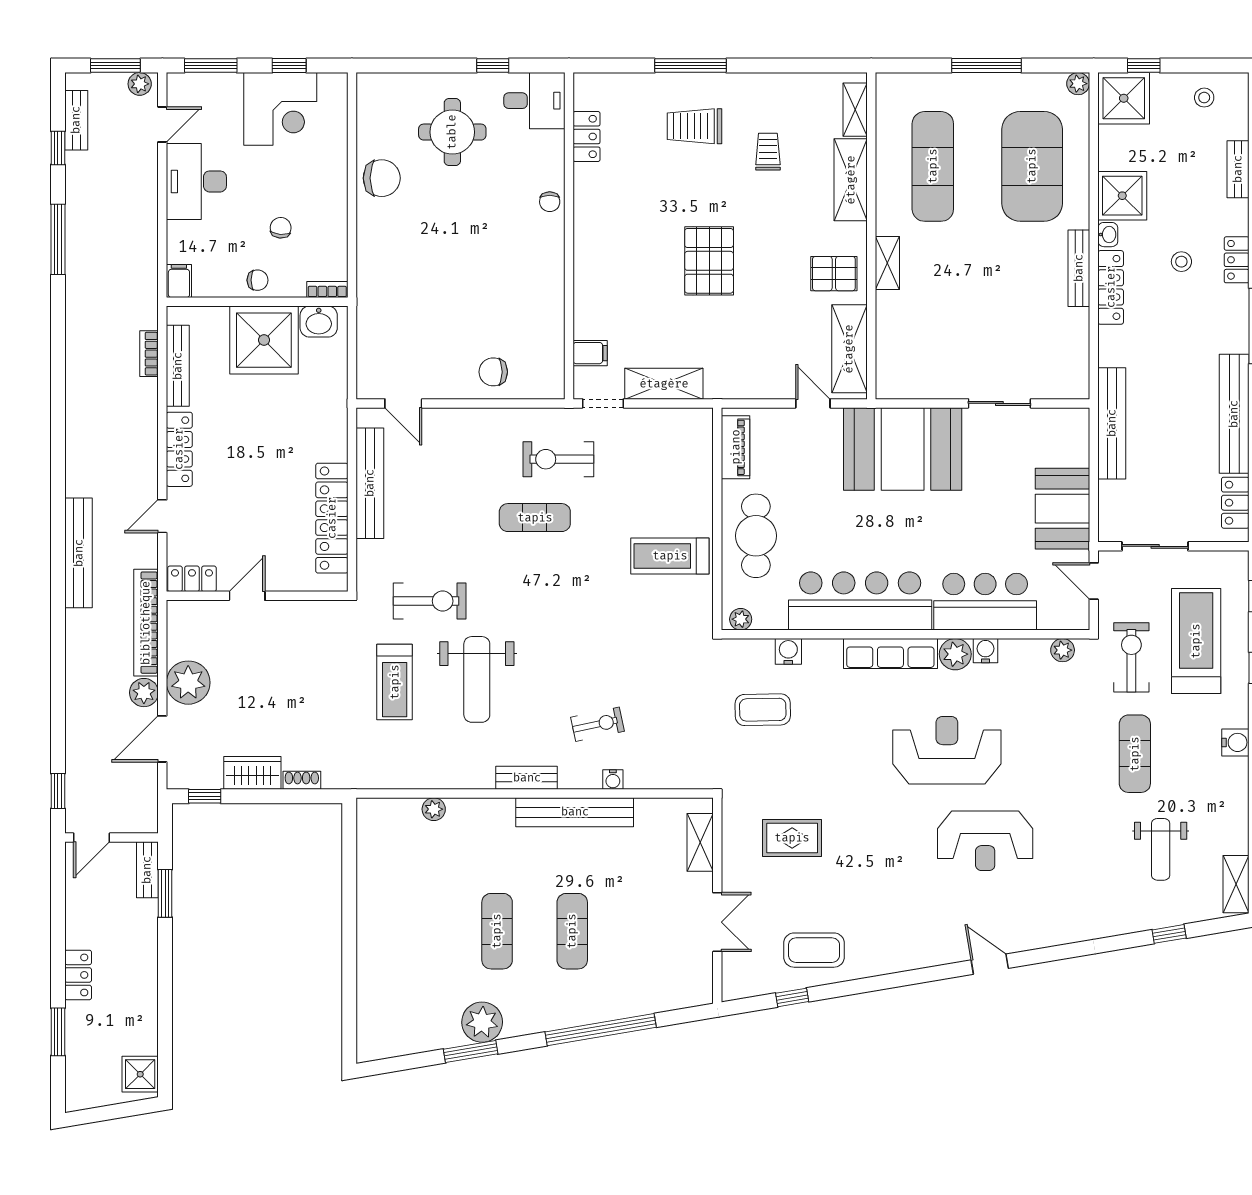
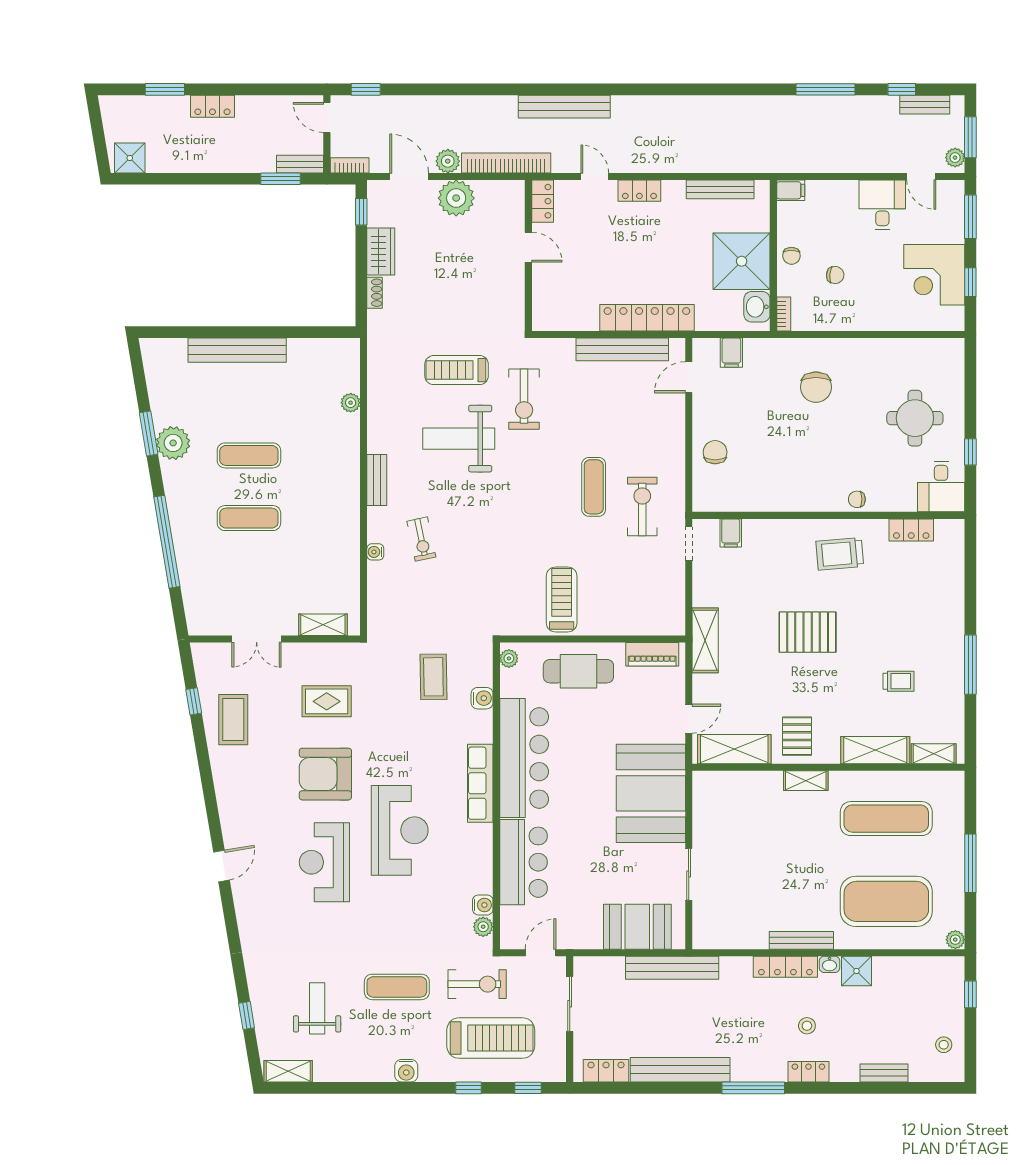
window: (691, 66) -> (970, 665), moved
shower: (1124, 98) -> (943, 978), removed
trolley: (695, 126) -> (840, 554), moved, turned -95
chair: (382, 178) -> (816, 387), moved
desk: (196, 181) -> (882, 205), width x0.73
shower: (1122, 196) -> (856, 971), width x0.73, depth x0.73
filing cabinet: (374, 352) -> (731, 353), added
bookcase: (149, 354) -> (350, 165), moved
shelving: (664, 384) -> (705, 640), moved
locker: (179, 449) -> (639, 191), width x0.66
booth: (1062, 509) -> (637, 927), moved
locker: (332, 518) -> (647, 318), moved
water cooler: (985, 651) -> (483, 905), moved
plant: (955, 654) -> (480, 837), removed
bench: (575, 812) -> (237, 350), moved, turned 90
rug: (792, 838) -> (327, 701), turned 90
armchair: (879, 839) -> (325, 774), added
weight bench: (1161, 849) -> (317, 1008), turned 90

